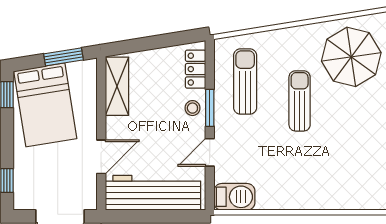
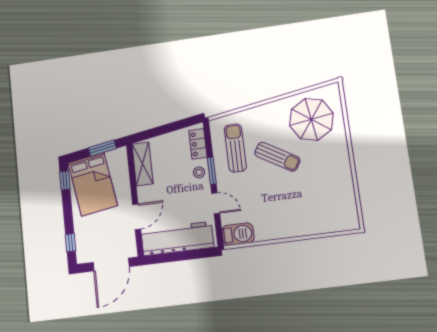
sun lounger: (300, 101) -> (277, 157), turned 121
door: (210, 152) -> (216, 203), swing flipped

